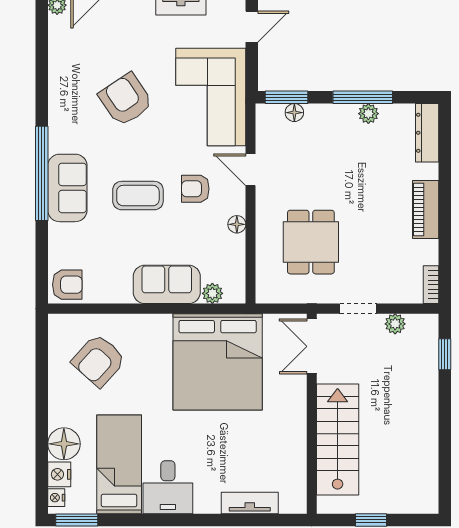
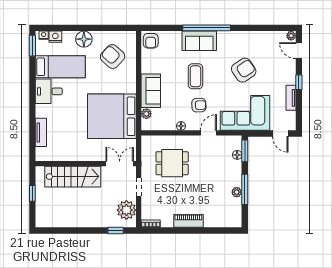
dresser: (427, 133) -> (227, 222), removed
armchair: (195, 189) -> (199, 105), turned 88
plant: (395, 324) -> (126, 210), width x1.87, depth x1.87
floor lamp: (64, 444) -> (84, 39), moved

